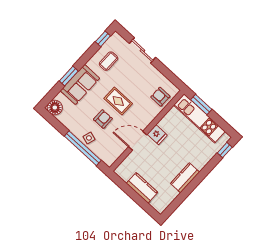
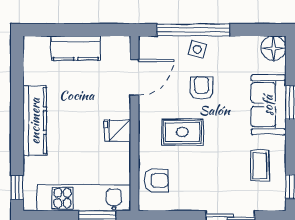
rug: (118, 101) -> (182, 132), moved
armchair: (103, 119) -> (201, 88), turned 180
door: (138, 141) -> (134, 77), moved
kitchen counter: (185, 178) -> (35, 121), width x1.50

